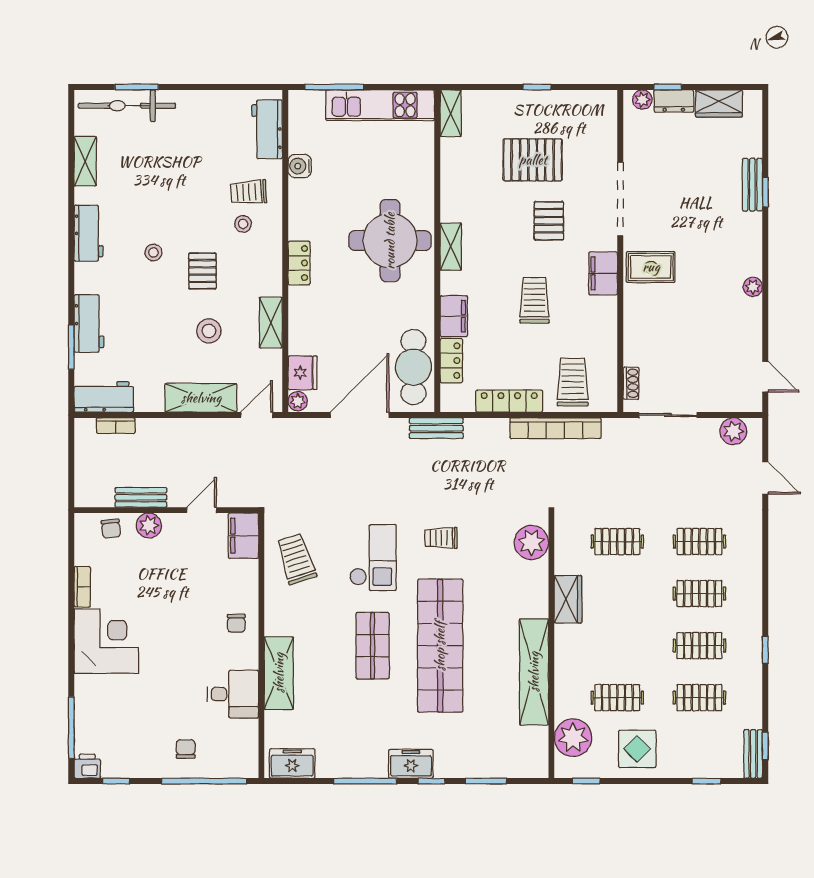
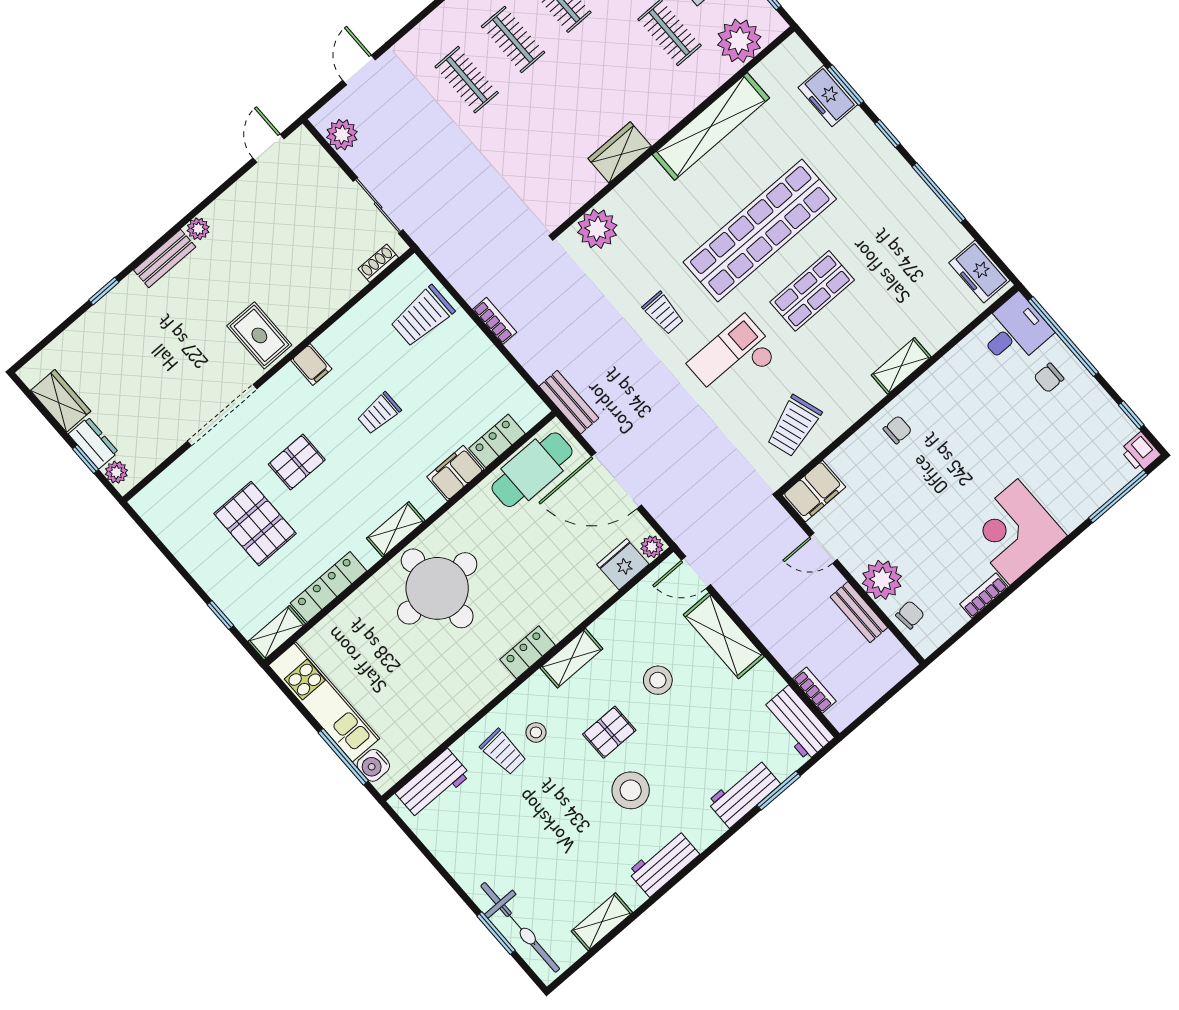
window: (537, 87) -> (220, 615), moved
water cooler: (300, 166) -> (373, 765), moved, turned 90
bench: (752, 185) -> (165, 259), moved
stool: (153, 252) -> (631, 790), width x1.89, depth x1.89
filing cabinet: (603, 273) -> (311, 365), width x0.50
trolley: (534, 300) -> (379, 413), width x0.73, depth x0.72
shelving: (271, 323) -> (571, 658), moved
locker: (509, 401) -> (329, 587), moved, turned 90
bookcase: (555, 428) -> (495, 321), width x0.43, depth x0.76
plant: (149, 525) -> (882, 580), width x1.36, depth x1.36
clothes rail: (617, 542) -> (530, 153), removed
shelving: (279, 673) -> (901, 366), width x0.67, depth x0.75
desk: (233, 694) -> (1014, 331), moved, turned 90
freezer: (411, 764) -> (828, 96), moved

